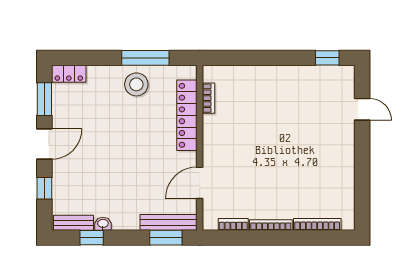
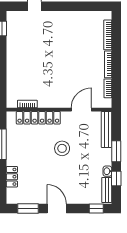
locker: (69, 74) -> (12, 177), moved
stool: (136, 84) -> (62, 148), moved
door: (200, 183) -> (81, 110), swing flipped
window: (44, 188) -> (96, 209), moved
window: (166, 238) -> (116, 151), moved

